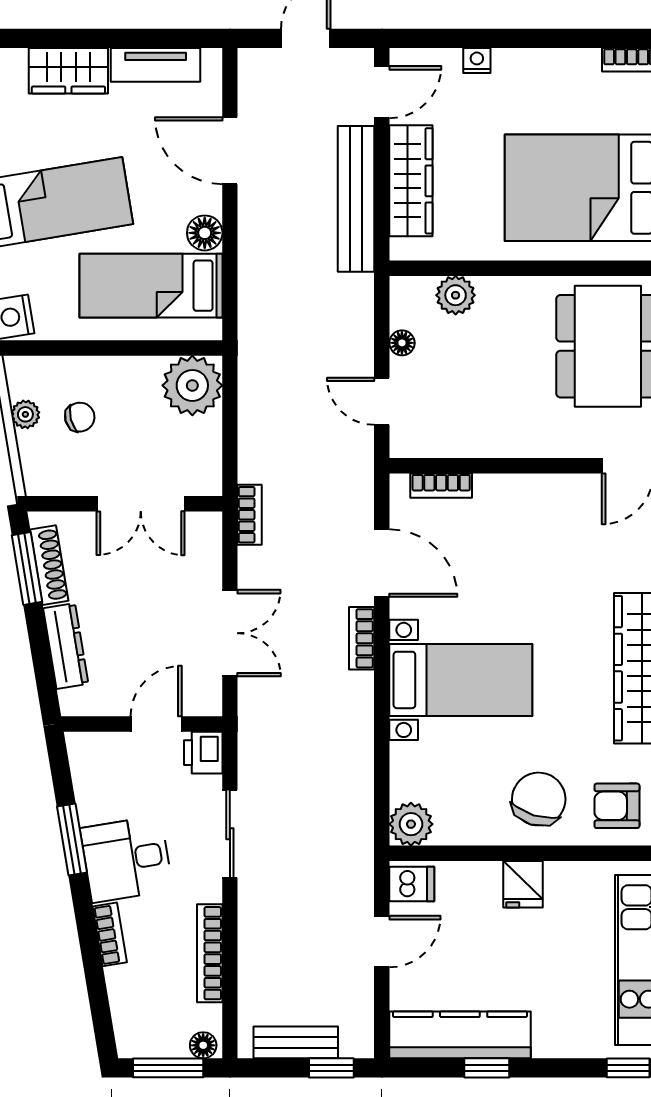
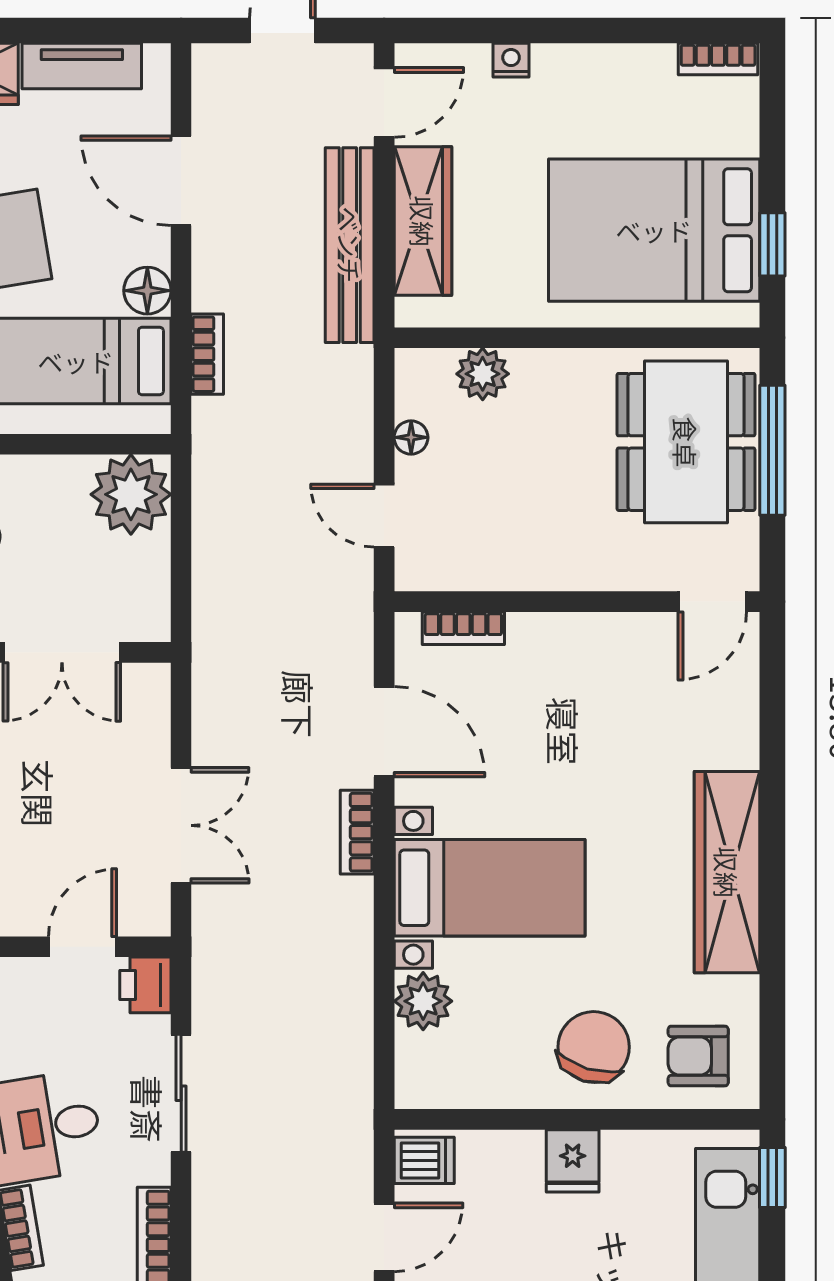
bookcase: (250, 515) -> (207, 354), moved
plant: (411, 824) -> (423, 1001), moved

